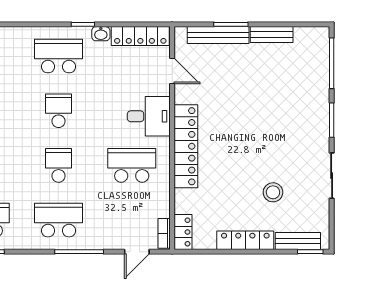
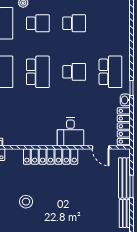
door: (172, 71) -> (101, 147), hinge flipped
school desk: (59, 165) -> (38, 72), width x1.85
school desk: (132, 165) -> (38, 120), removed
stool: (273, 192) -> (26, 202), moved

